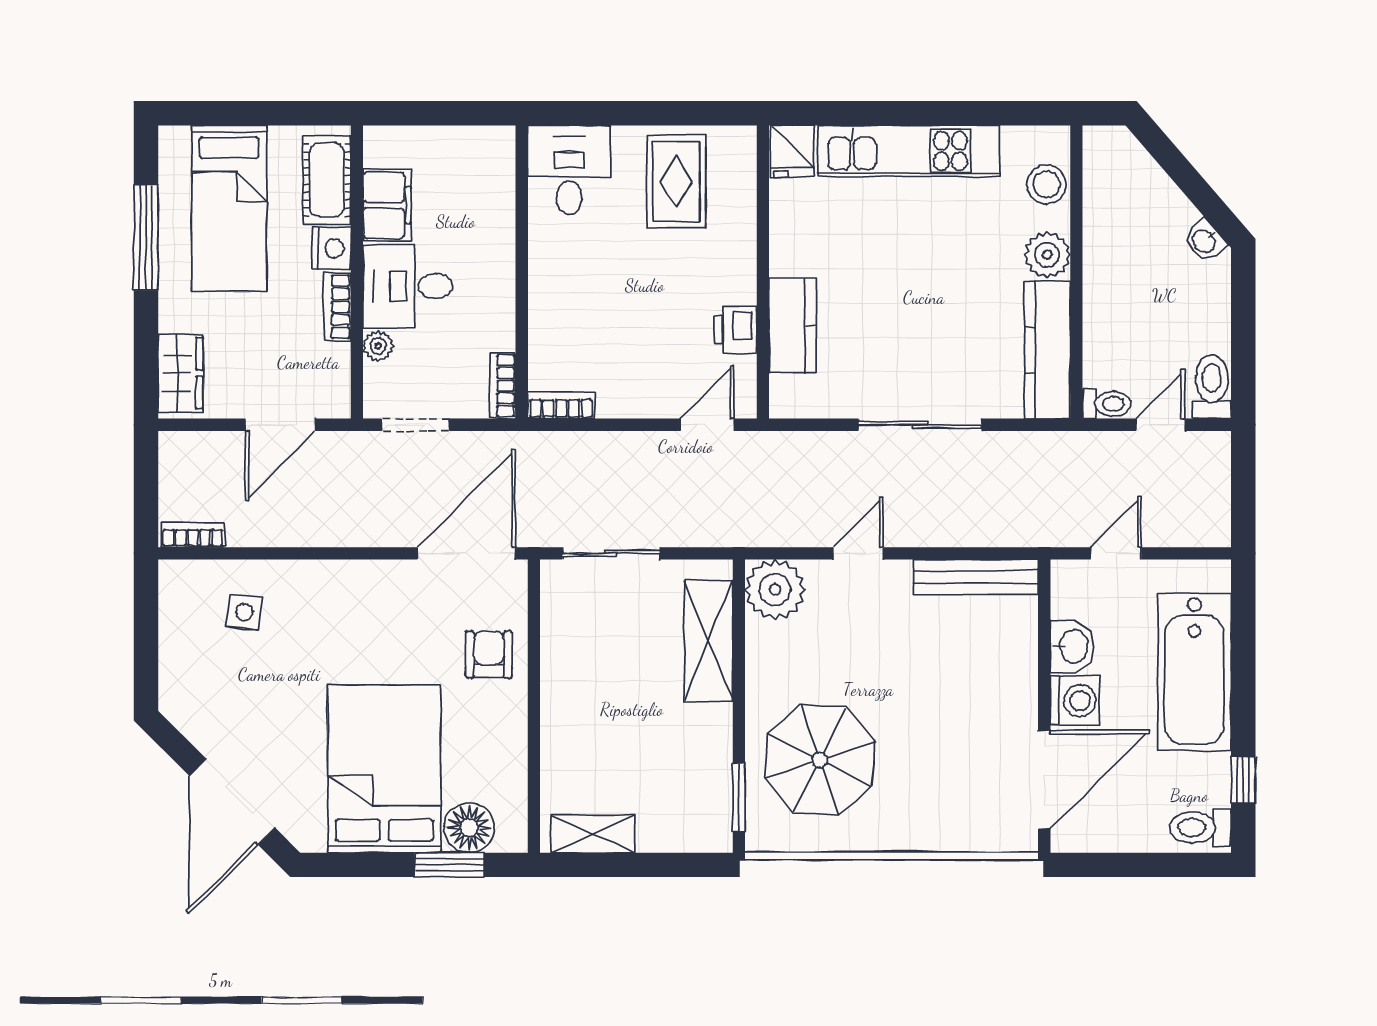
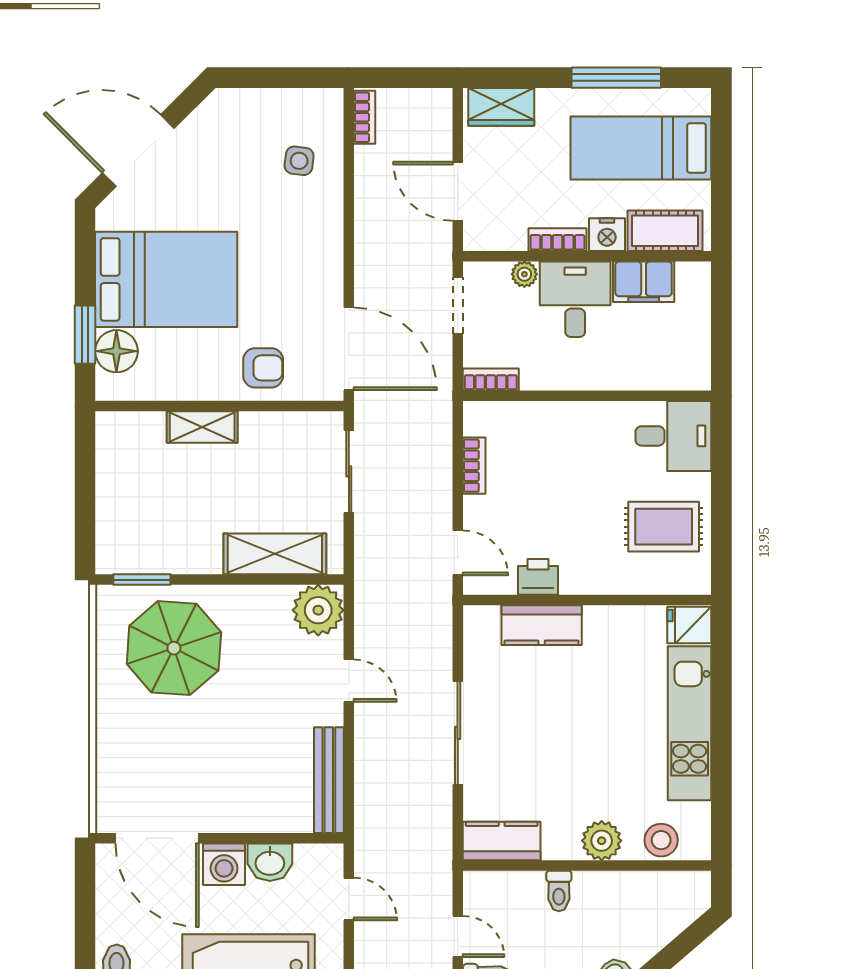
kitchen counter: (1047, 350) -> (502, 841), width x0.67
toilet: (1107, 404) -> (559, 891), moved
bookcase: (561, 405) -> (474, 466), moved
shelving: (593, 834) -> (202, 427), moved, turned 90

